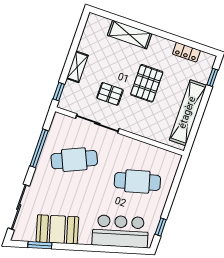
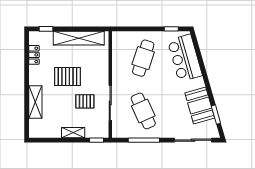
pallet: (110, 94) -> (85, 101), turned 90
cafe table: (137, 181) -> (143, 58), turned 33

